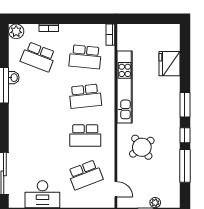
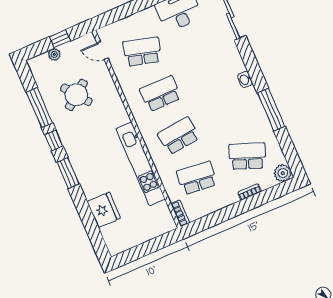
washbasin: (14, 78) -> (245, 79), moved
round table: (142, 147) -> (76, 95), moved
school desk: (85, 175) -> (142, 52), turned 36

